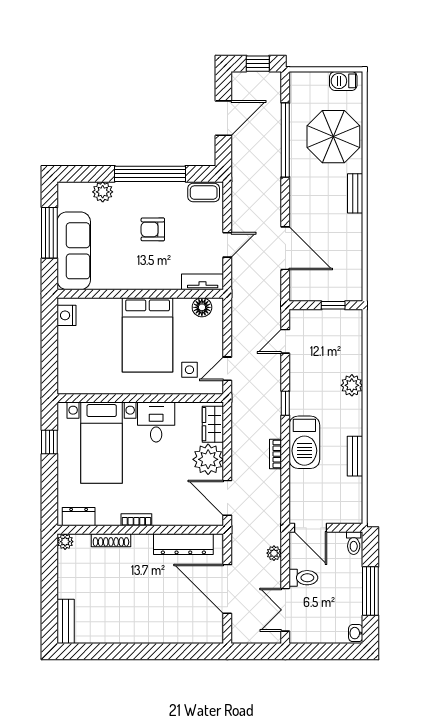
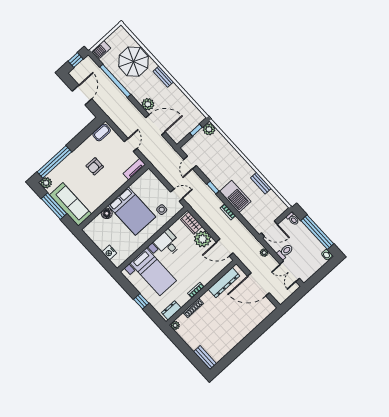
barbecue: (343, 81) -> (102, 49), moved
window: (150, 174) -> (54, 162), moved
plant: (103, 192) -> (46, 183), moved
plant: (300, 211) -> (148, 104), added
floor lamp: (202, 307) -> (107, 213), moved
nightstand: (67, 315) -> (109, 253), moved
door: (227, 369) -> (177, 195), swing flipped
plant: (352, 385) -> (209, 129), moved
window: (49, 442) -> (141, 301), moved
window: (370, 591) -> (317, 232), width x1.46

